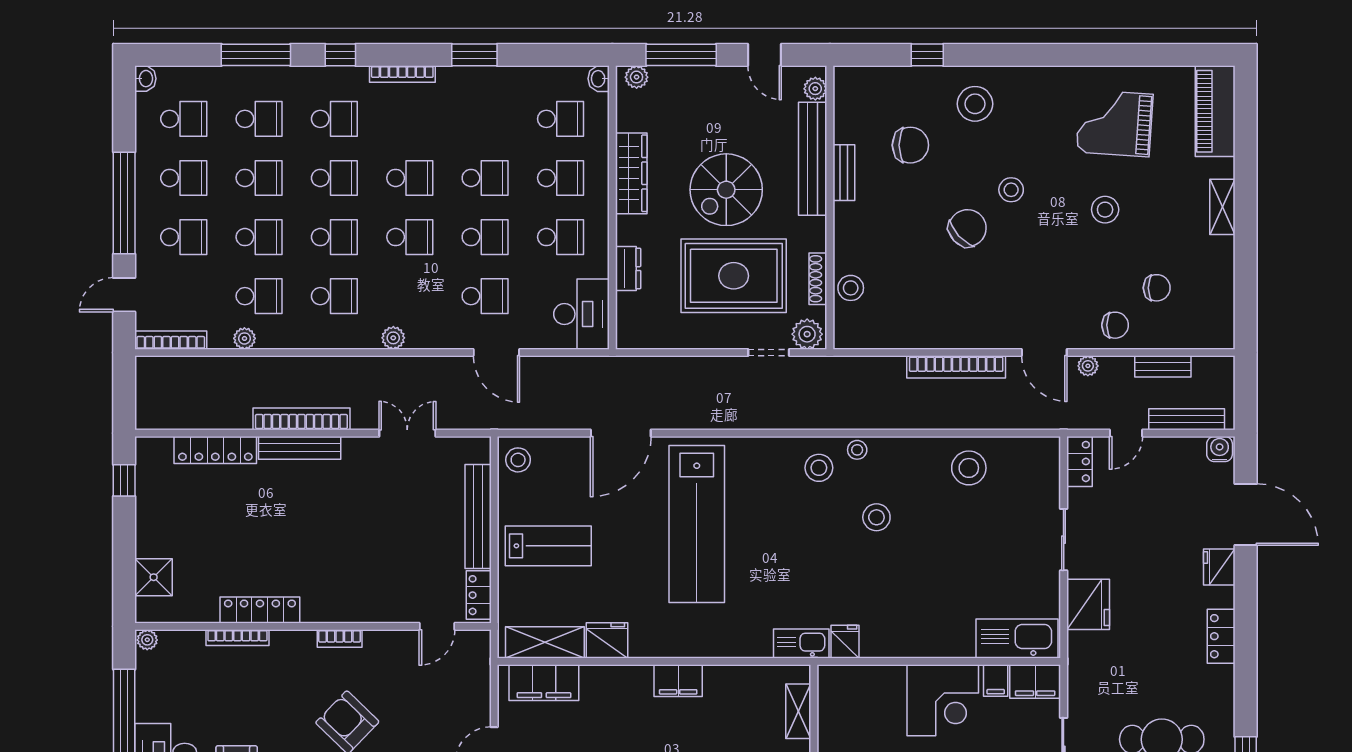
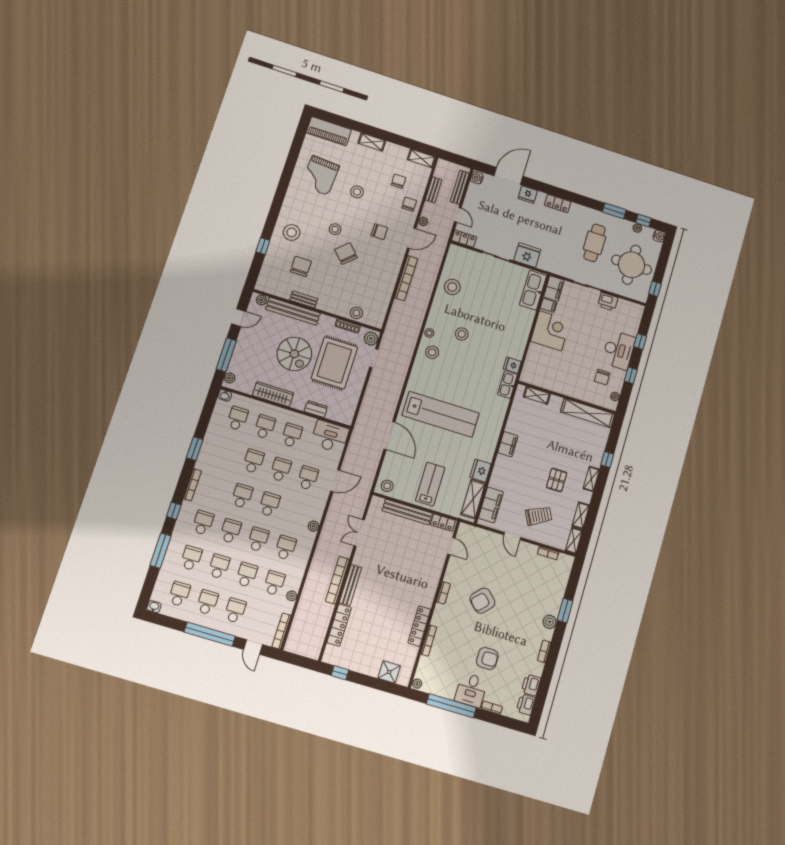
chair: (1036, 282) -> (379, 232), added
shelving: (1222, 321) -> (421, 158), added

